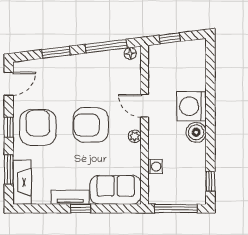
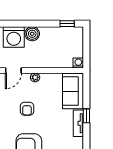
armchair: (91, 125) -> (27, 109), width x0.53, depth x0.53
washing machine: (155, 167) -> (78, 63), moved
window: (176, 208) -> (86, 48), removed

